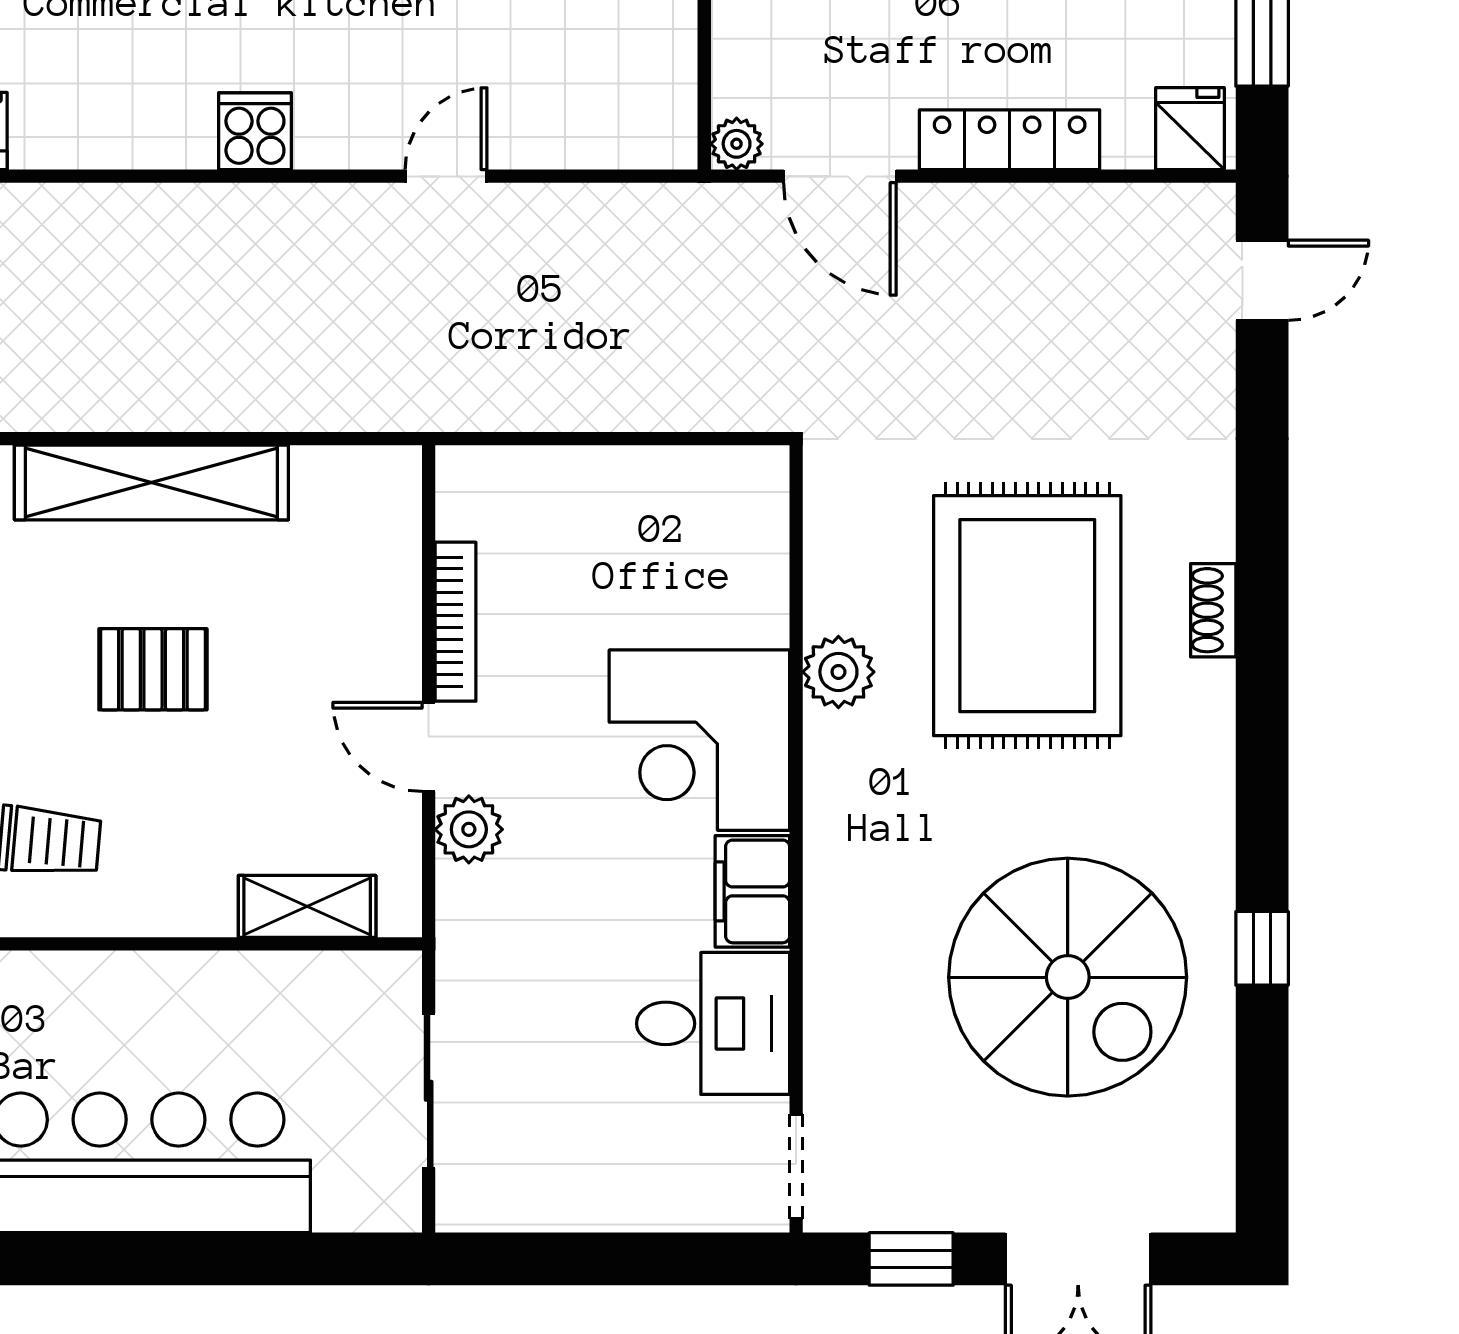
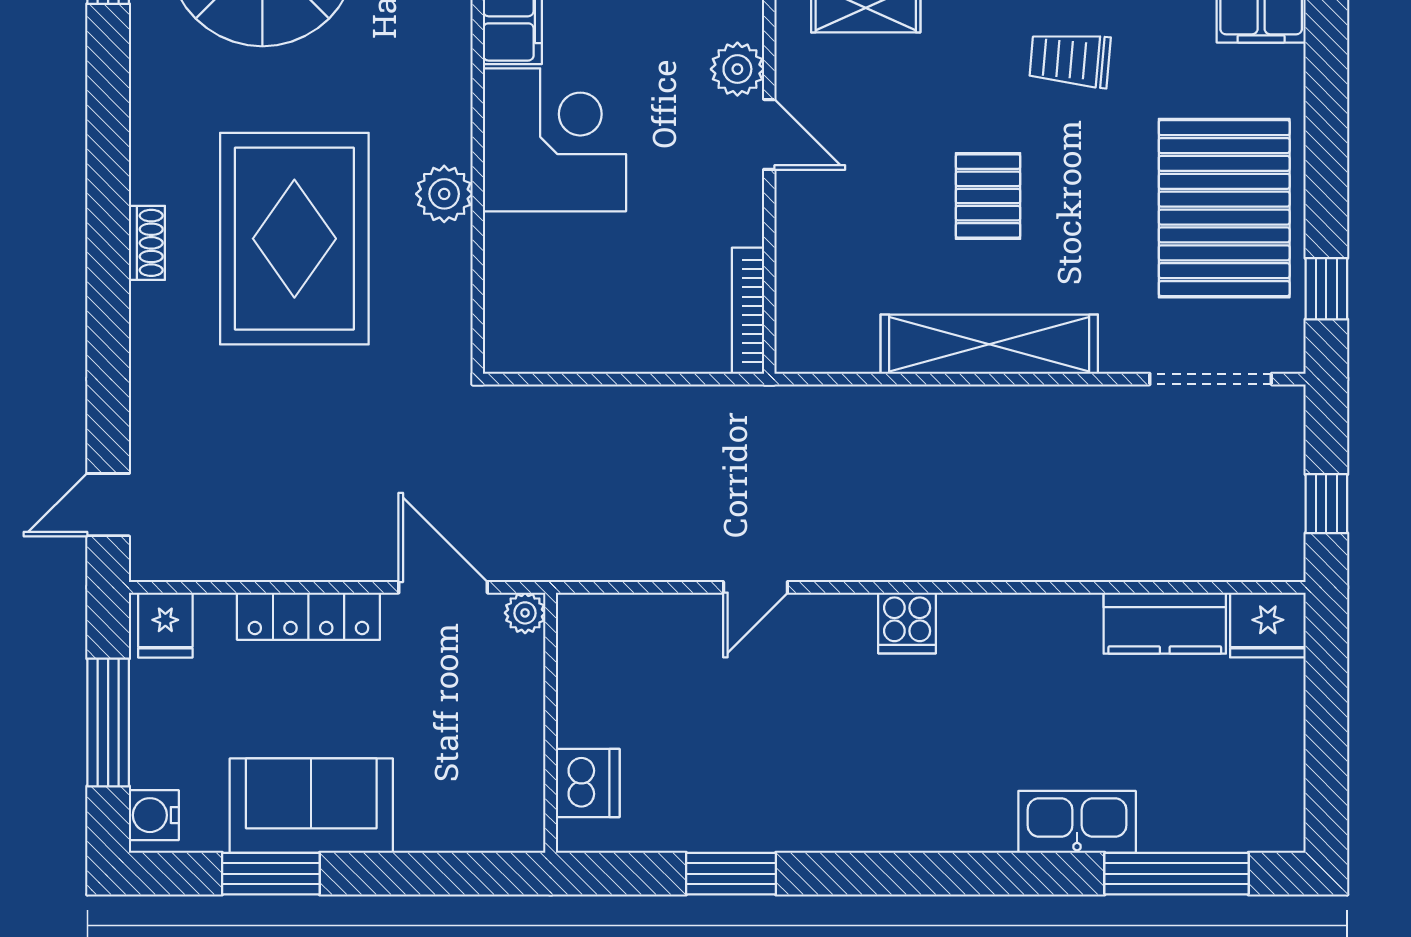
bookcase: (456, 622) -> (748, 311), moved
pallet: (153, 669) -> (988, 196), turned 90

